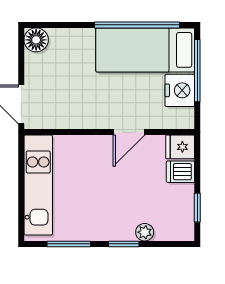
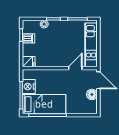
floor lamp: (36, 40) -> (92, 94), moved
door: (129, 132) -> (75, 68), moved
dishwasher: (180, 172) -> (28, 38), moved

